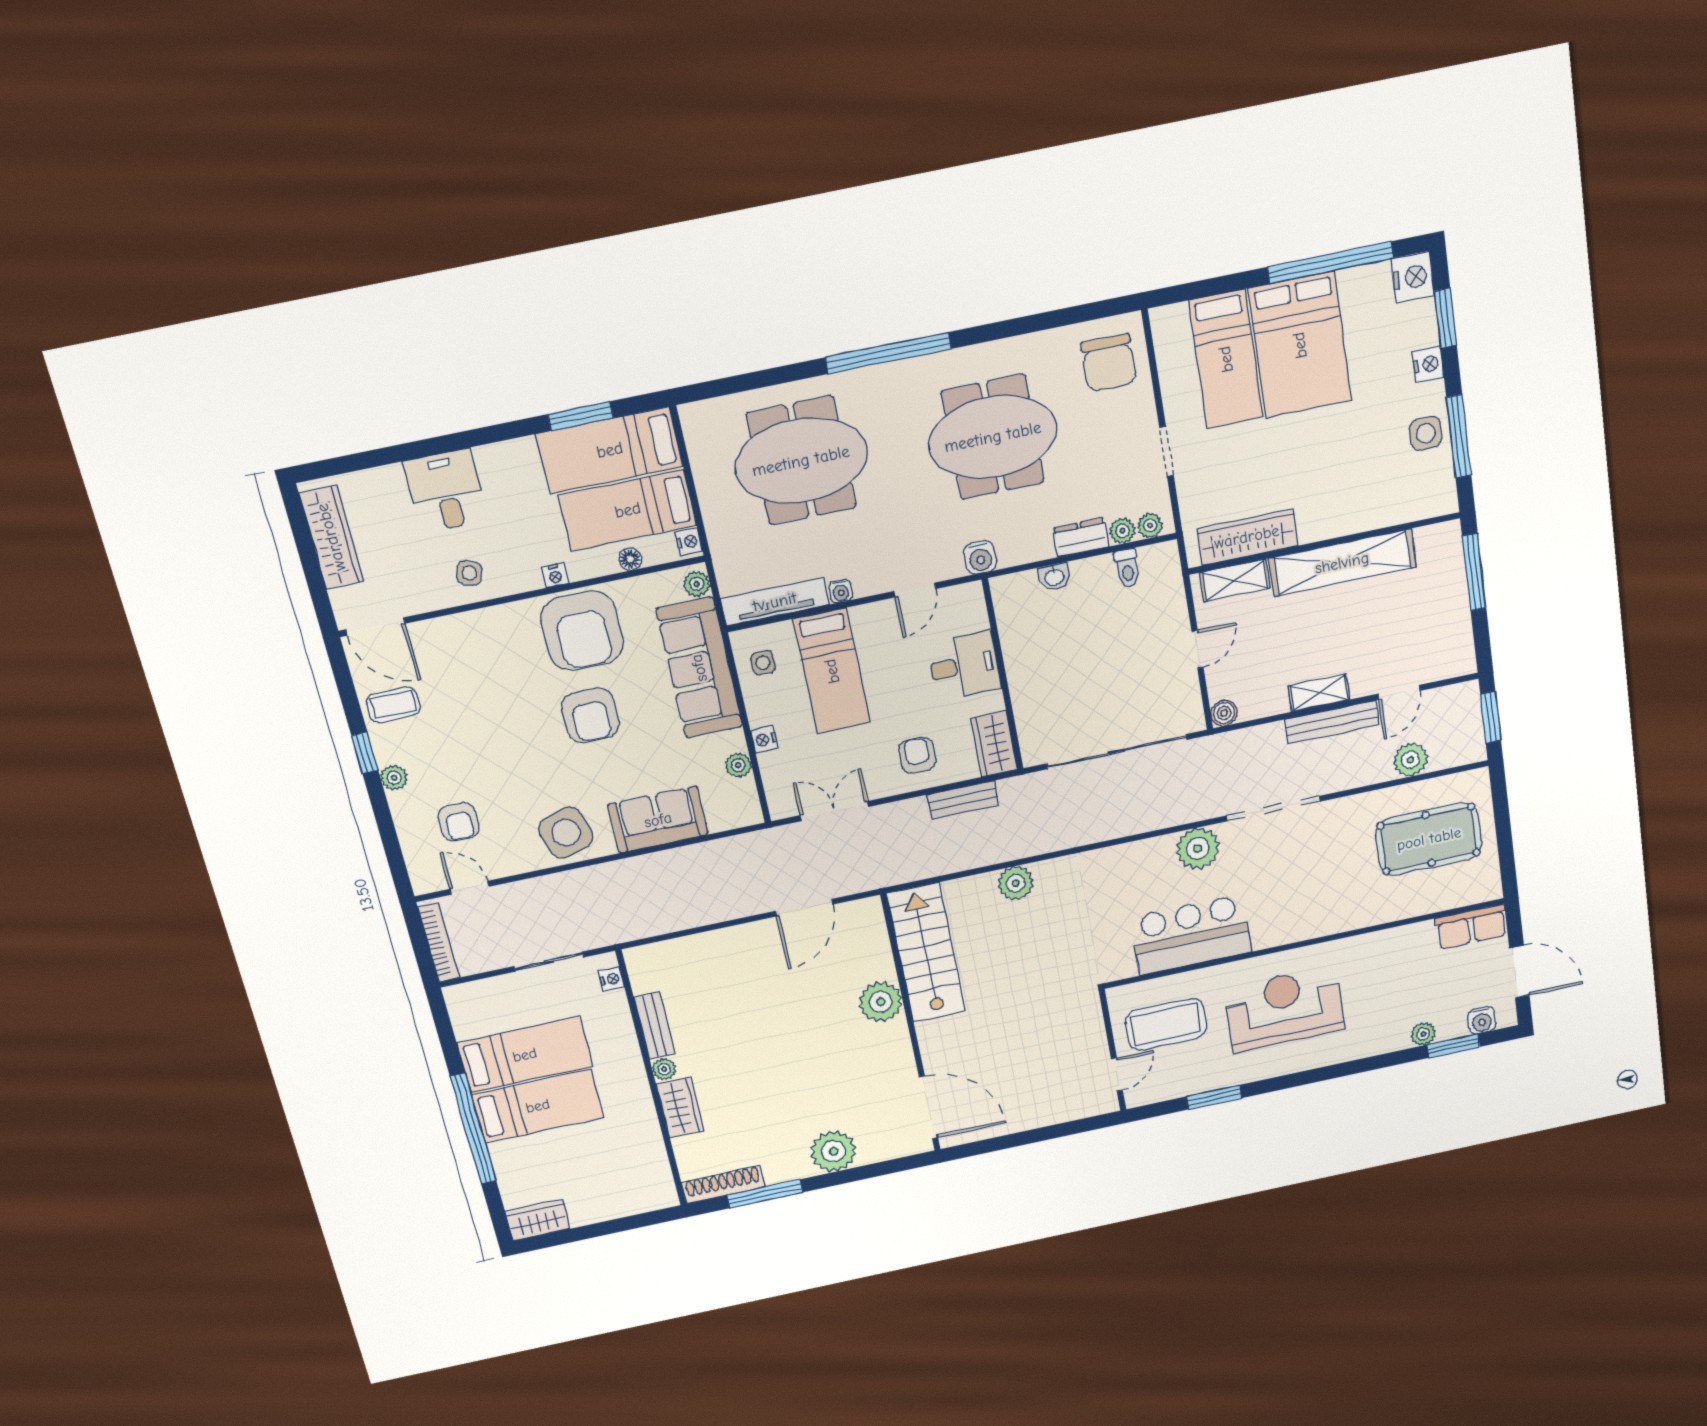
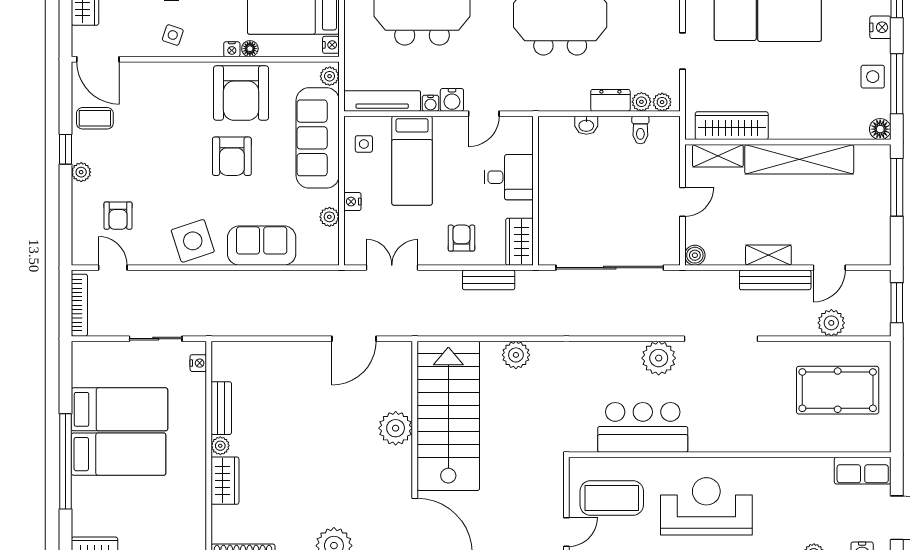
floor lamp: (1444, 501) -> (880, 129), added
water cooler: (980, 558) -> (452, 100), moved
floor lamp: (630, 559) -> (250, 49), moved
stairs: (926, 953) -> (448, 416), width x1.36, depth x1.51

